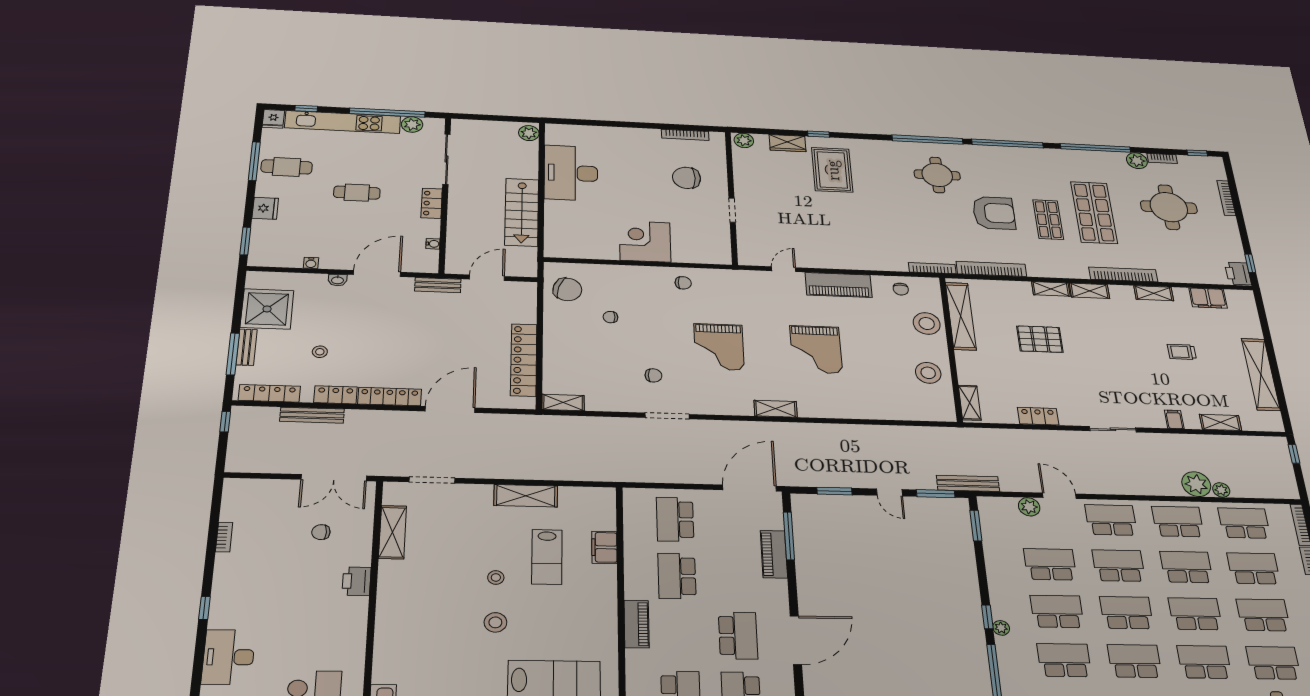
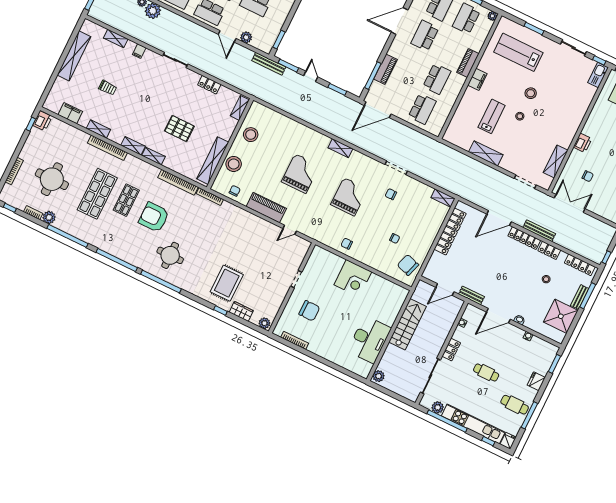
bench: (312, 415) -> (539, 231), moved
filing cabinet: (604, 547) -> (477, 79), moved

